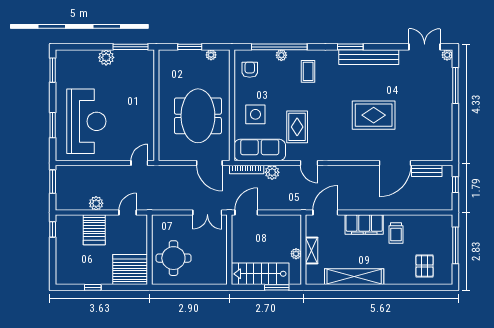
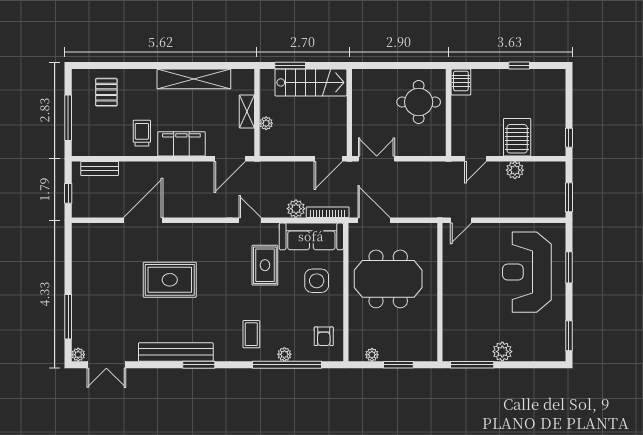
meeting table: (198, 116) -> (388, 279), turned 90
bench: (427, 171) -> (100, 168), moved
plant: (296, 254) -> (266, 123), moved
server rack: (130, 270) -> (461, 82), width x0.46, depth x0.70

